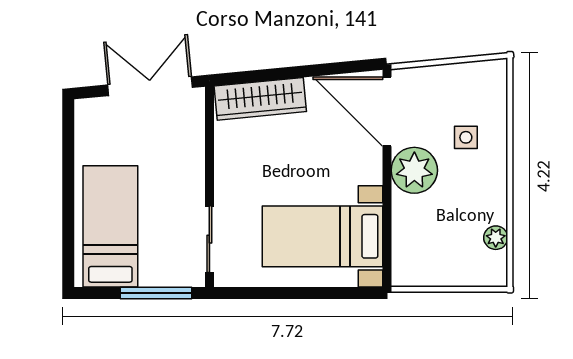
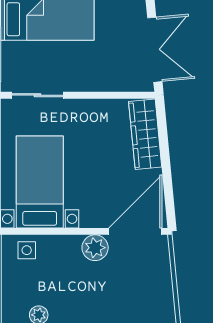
side table: (466, 137) -> (27, 250), moved
plant: (414, 170) -> (95, 248), width x0.73, depth x0.73

